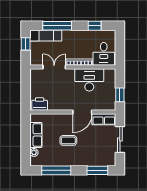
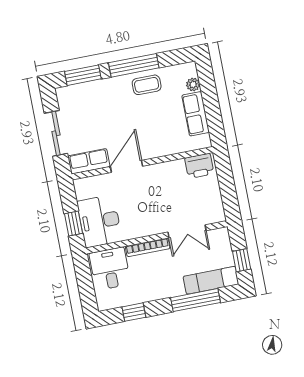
desk: (89, 80) -> (100, 221), moved, turned 90
window: (120, 95) -> (74, 224), moved
coffee table: (68, 140) -> (147, 85), moved
window: (56, 170) -> (134, 65), moved

